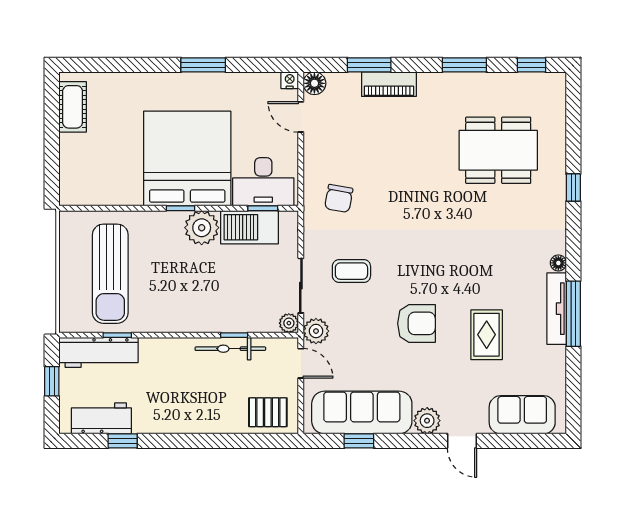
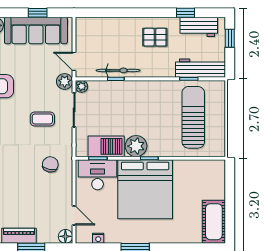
nightstand: (290, 80) -> (98, 238), moved
cot: (73, 107) -> (214, 222), width x1.37, depth x1.34
window: (52, 381) -> (230, 38), moved
pallet: (268, 412) -> (155, 37), moved

